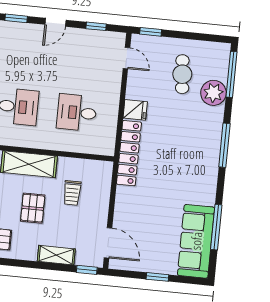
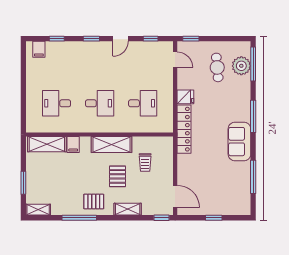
plant: (213, 93) -> (241, 66), moved
desk: (77, 113) -> (143, 103), turned 180
sofa: (196, 241) -> (239, 142), moved, width x0.73
shelving: (56, 255) -> (128, 209), moved

